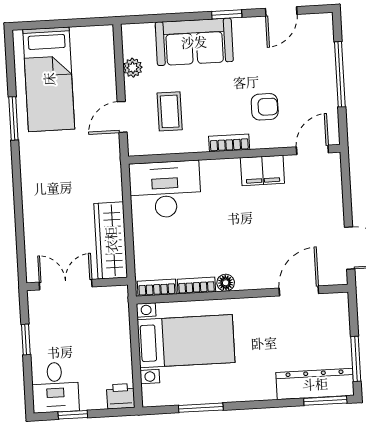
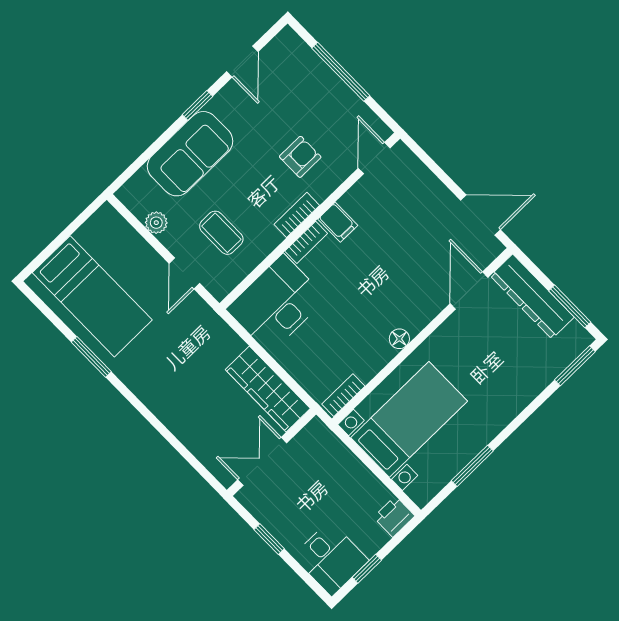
filing cabinet: (262, 171) -> (338, 222), width x0.50
bookcase: (196, 286) -> (306, 242), moved, turned 180
dresser: (315, 384) -> (532, 296), moved, turned -90

